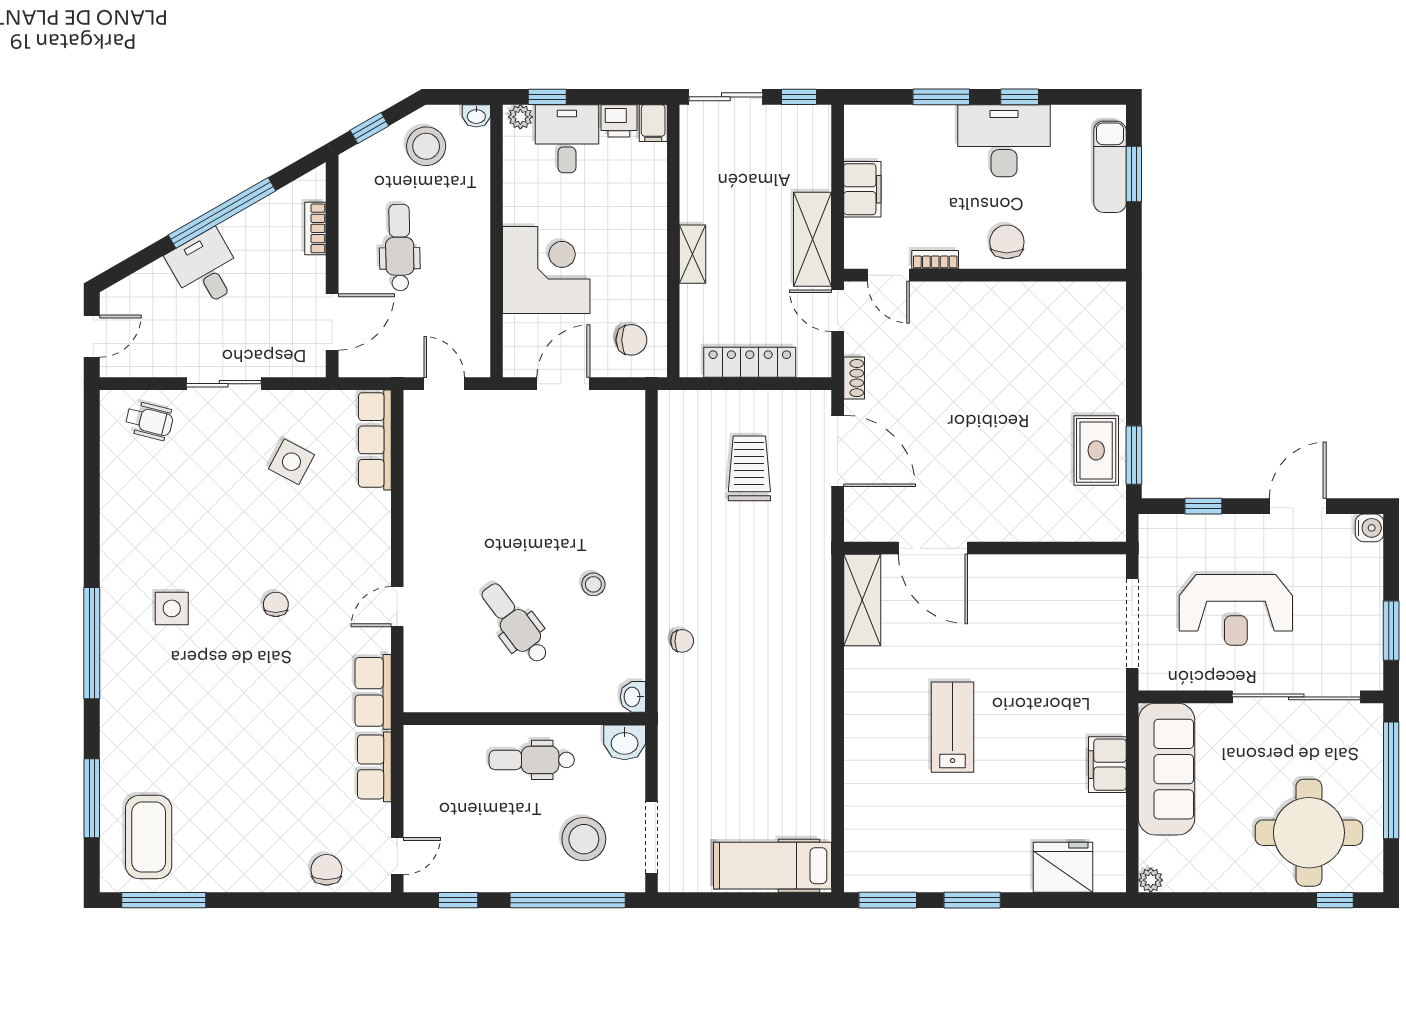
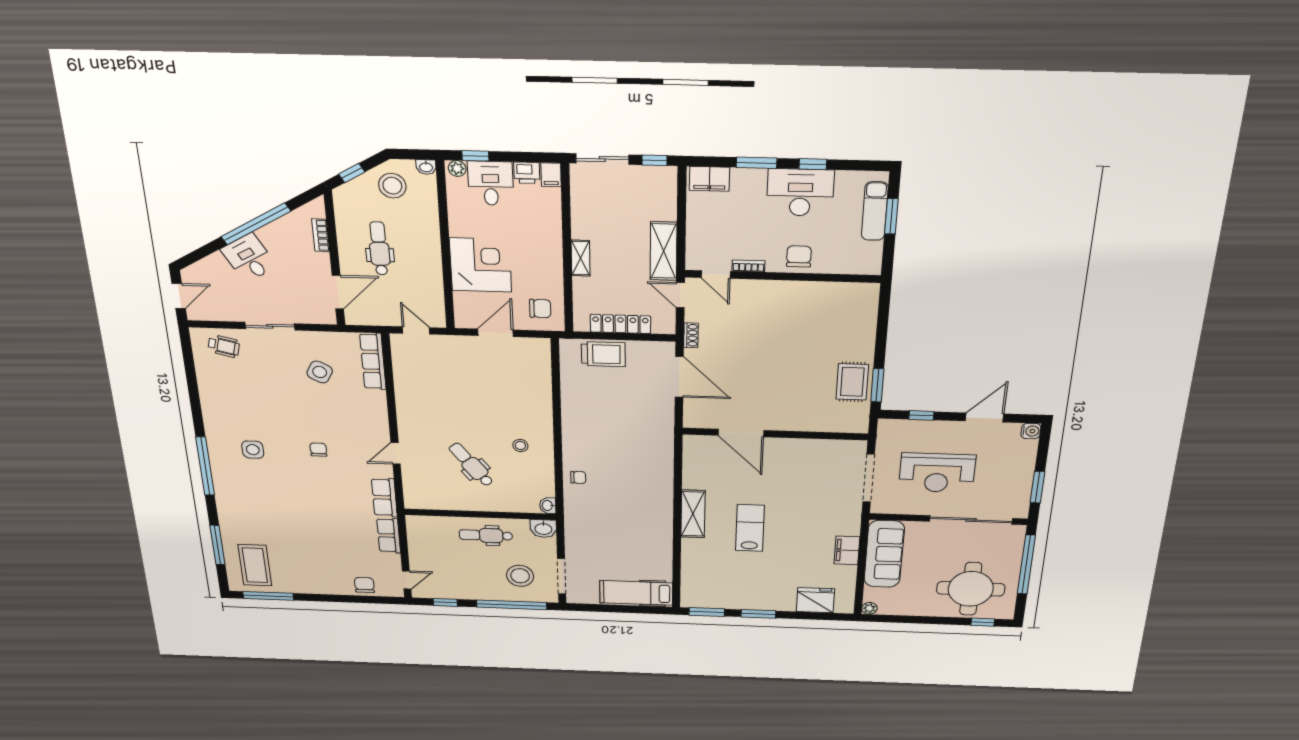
filing cabinet: (862, 189) -> (709, 179), moved, turned 90
trolley: (749, 468) -> (603, 354), moved, turned 90
shelving: (862, 600) -> (693, 514), moved

